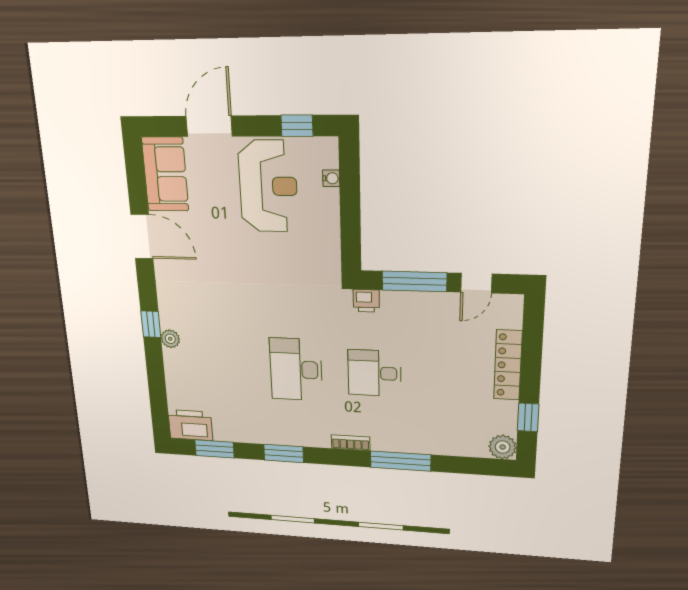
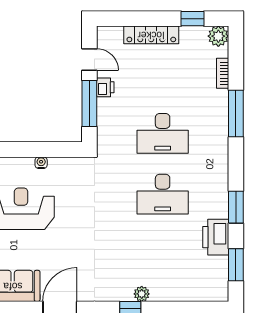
water cooler: (331, 178) -> (41, 163), moved
printer: (366, 301) -> (105, 87), moved
desk: (374, 373) -> (163, 133), width x1.37
printer: (190, 425) -> (216, 237), moved
bookcase: (351, 443) -> (223, 73), moved

